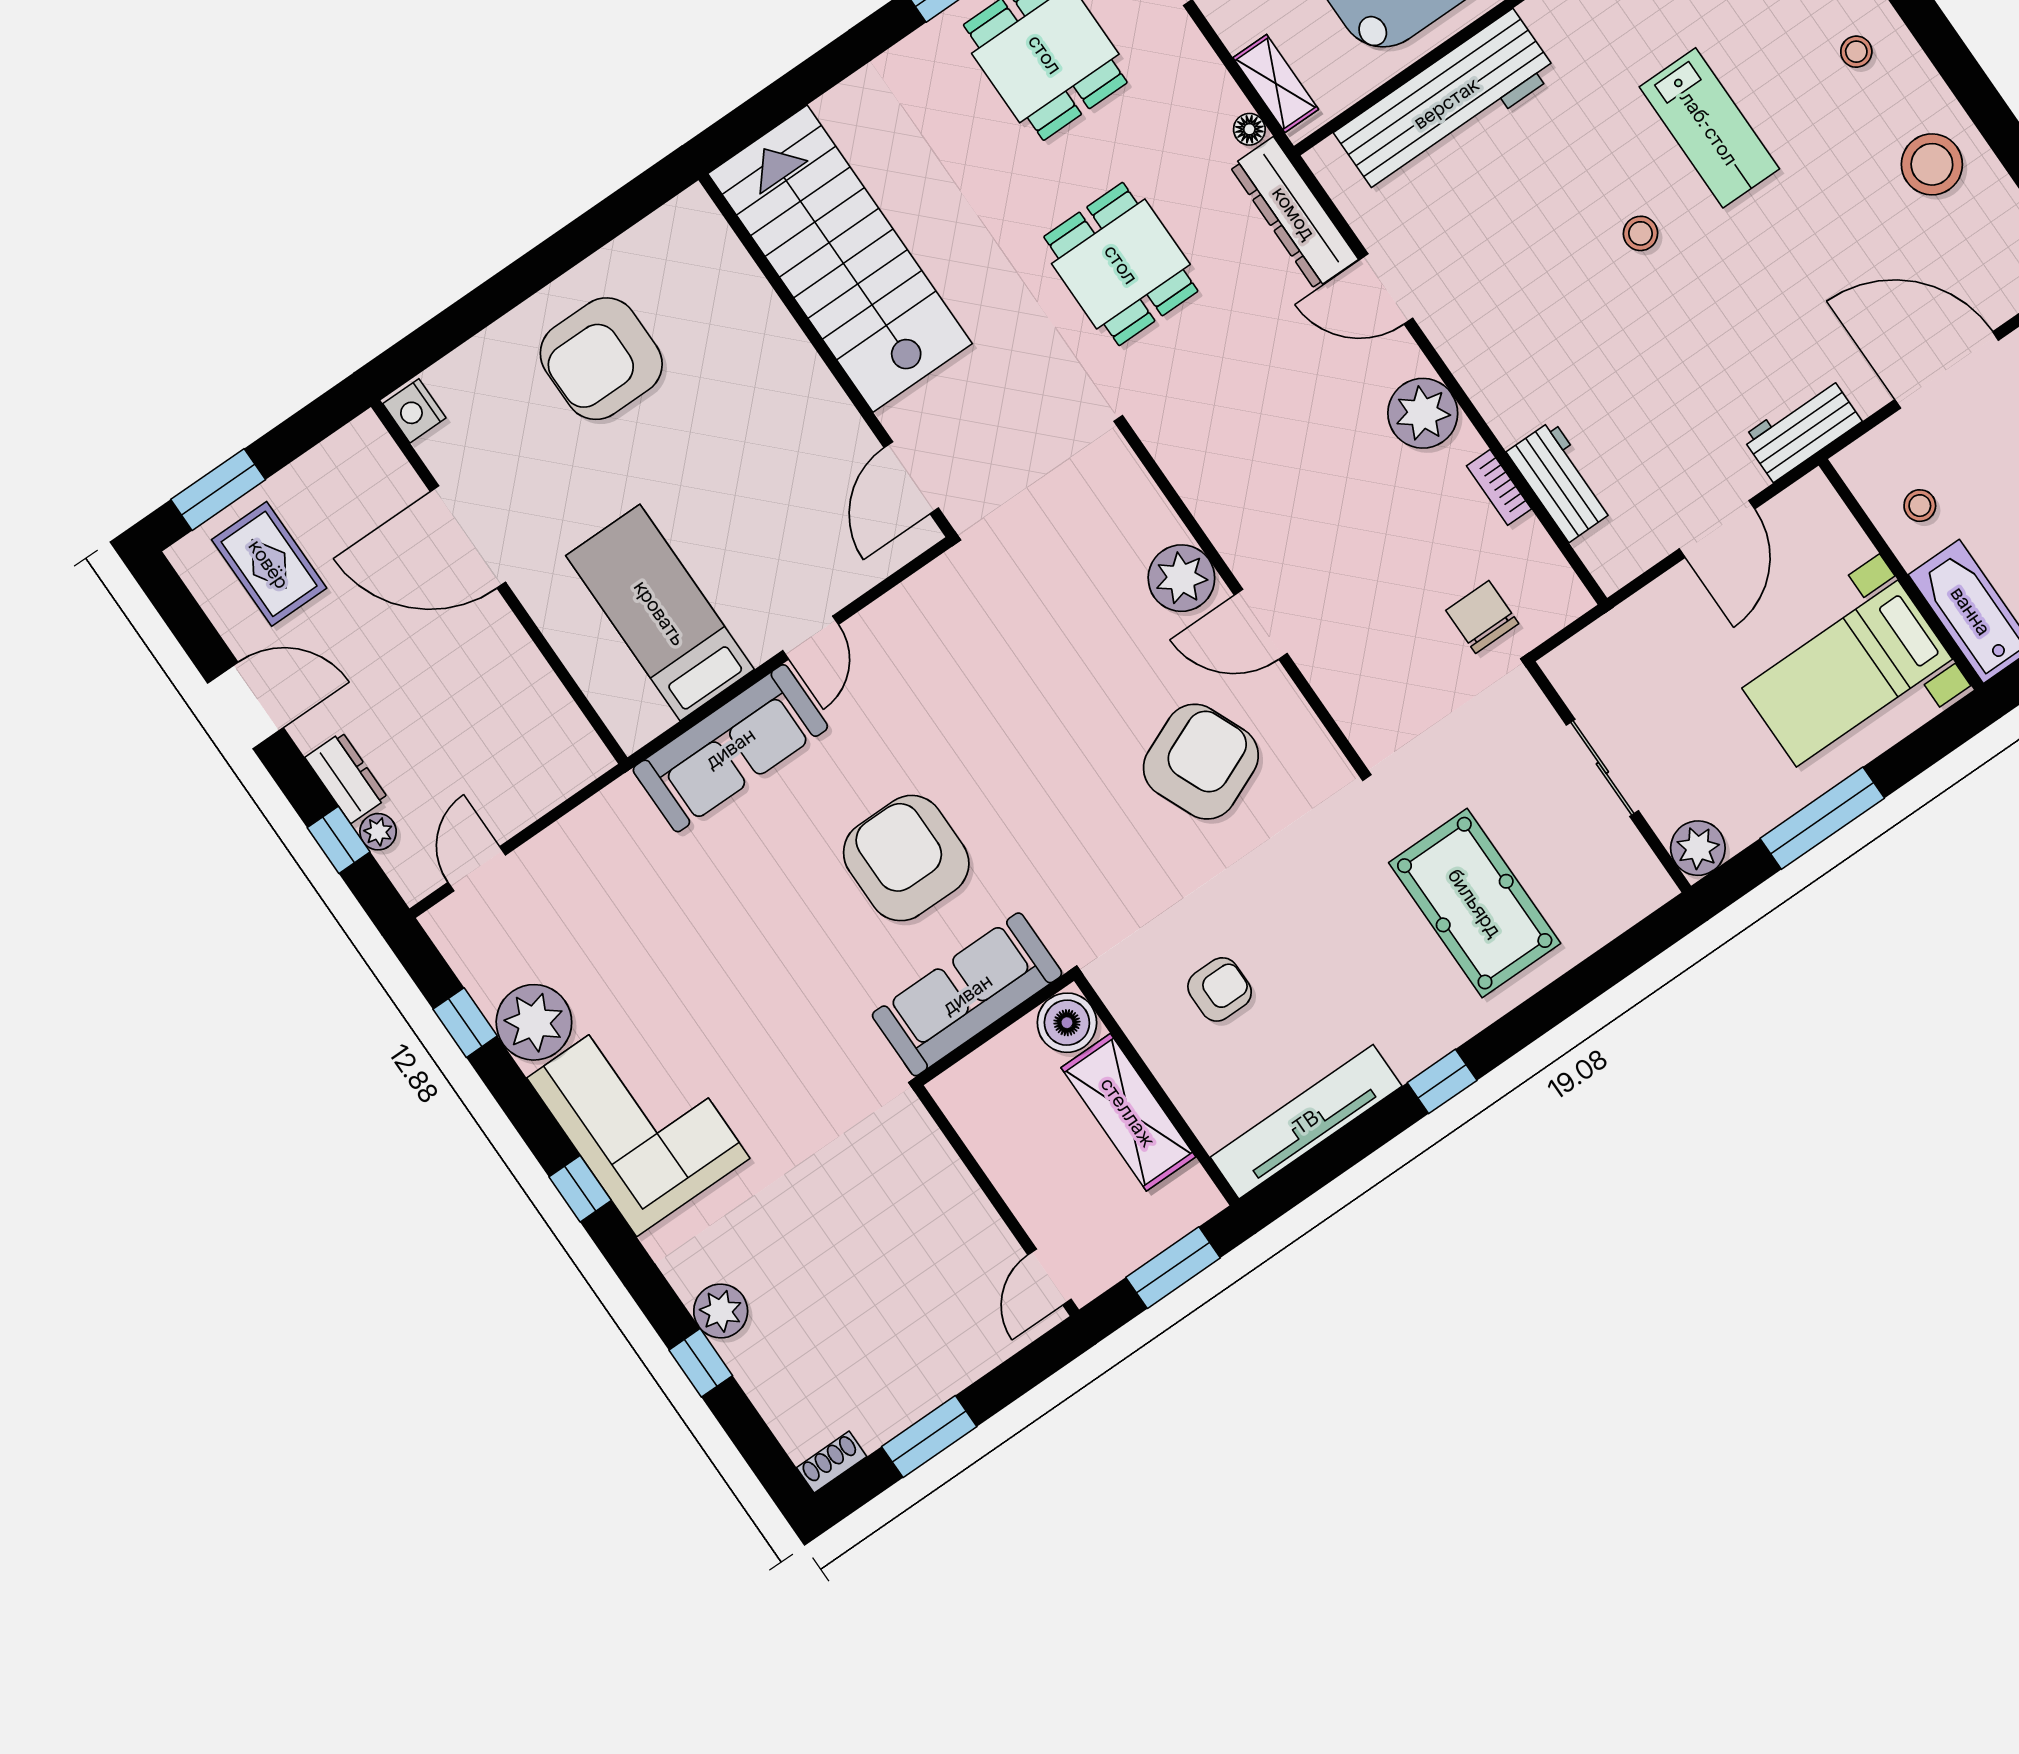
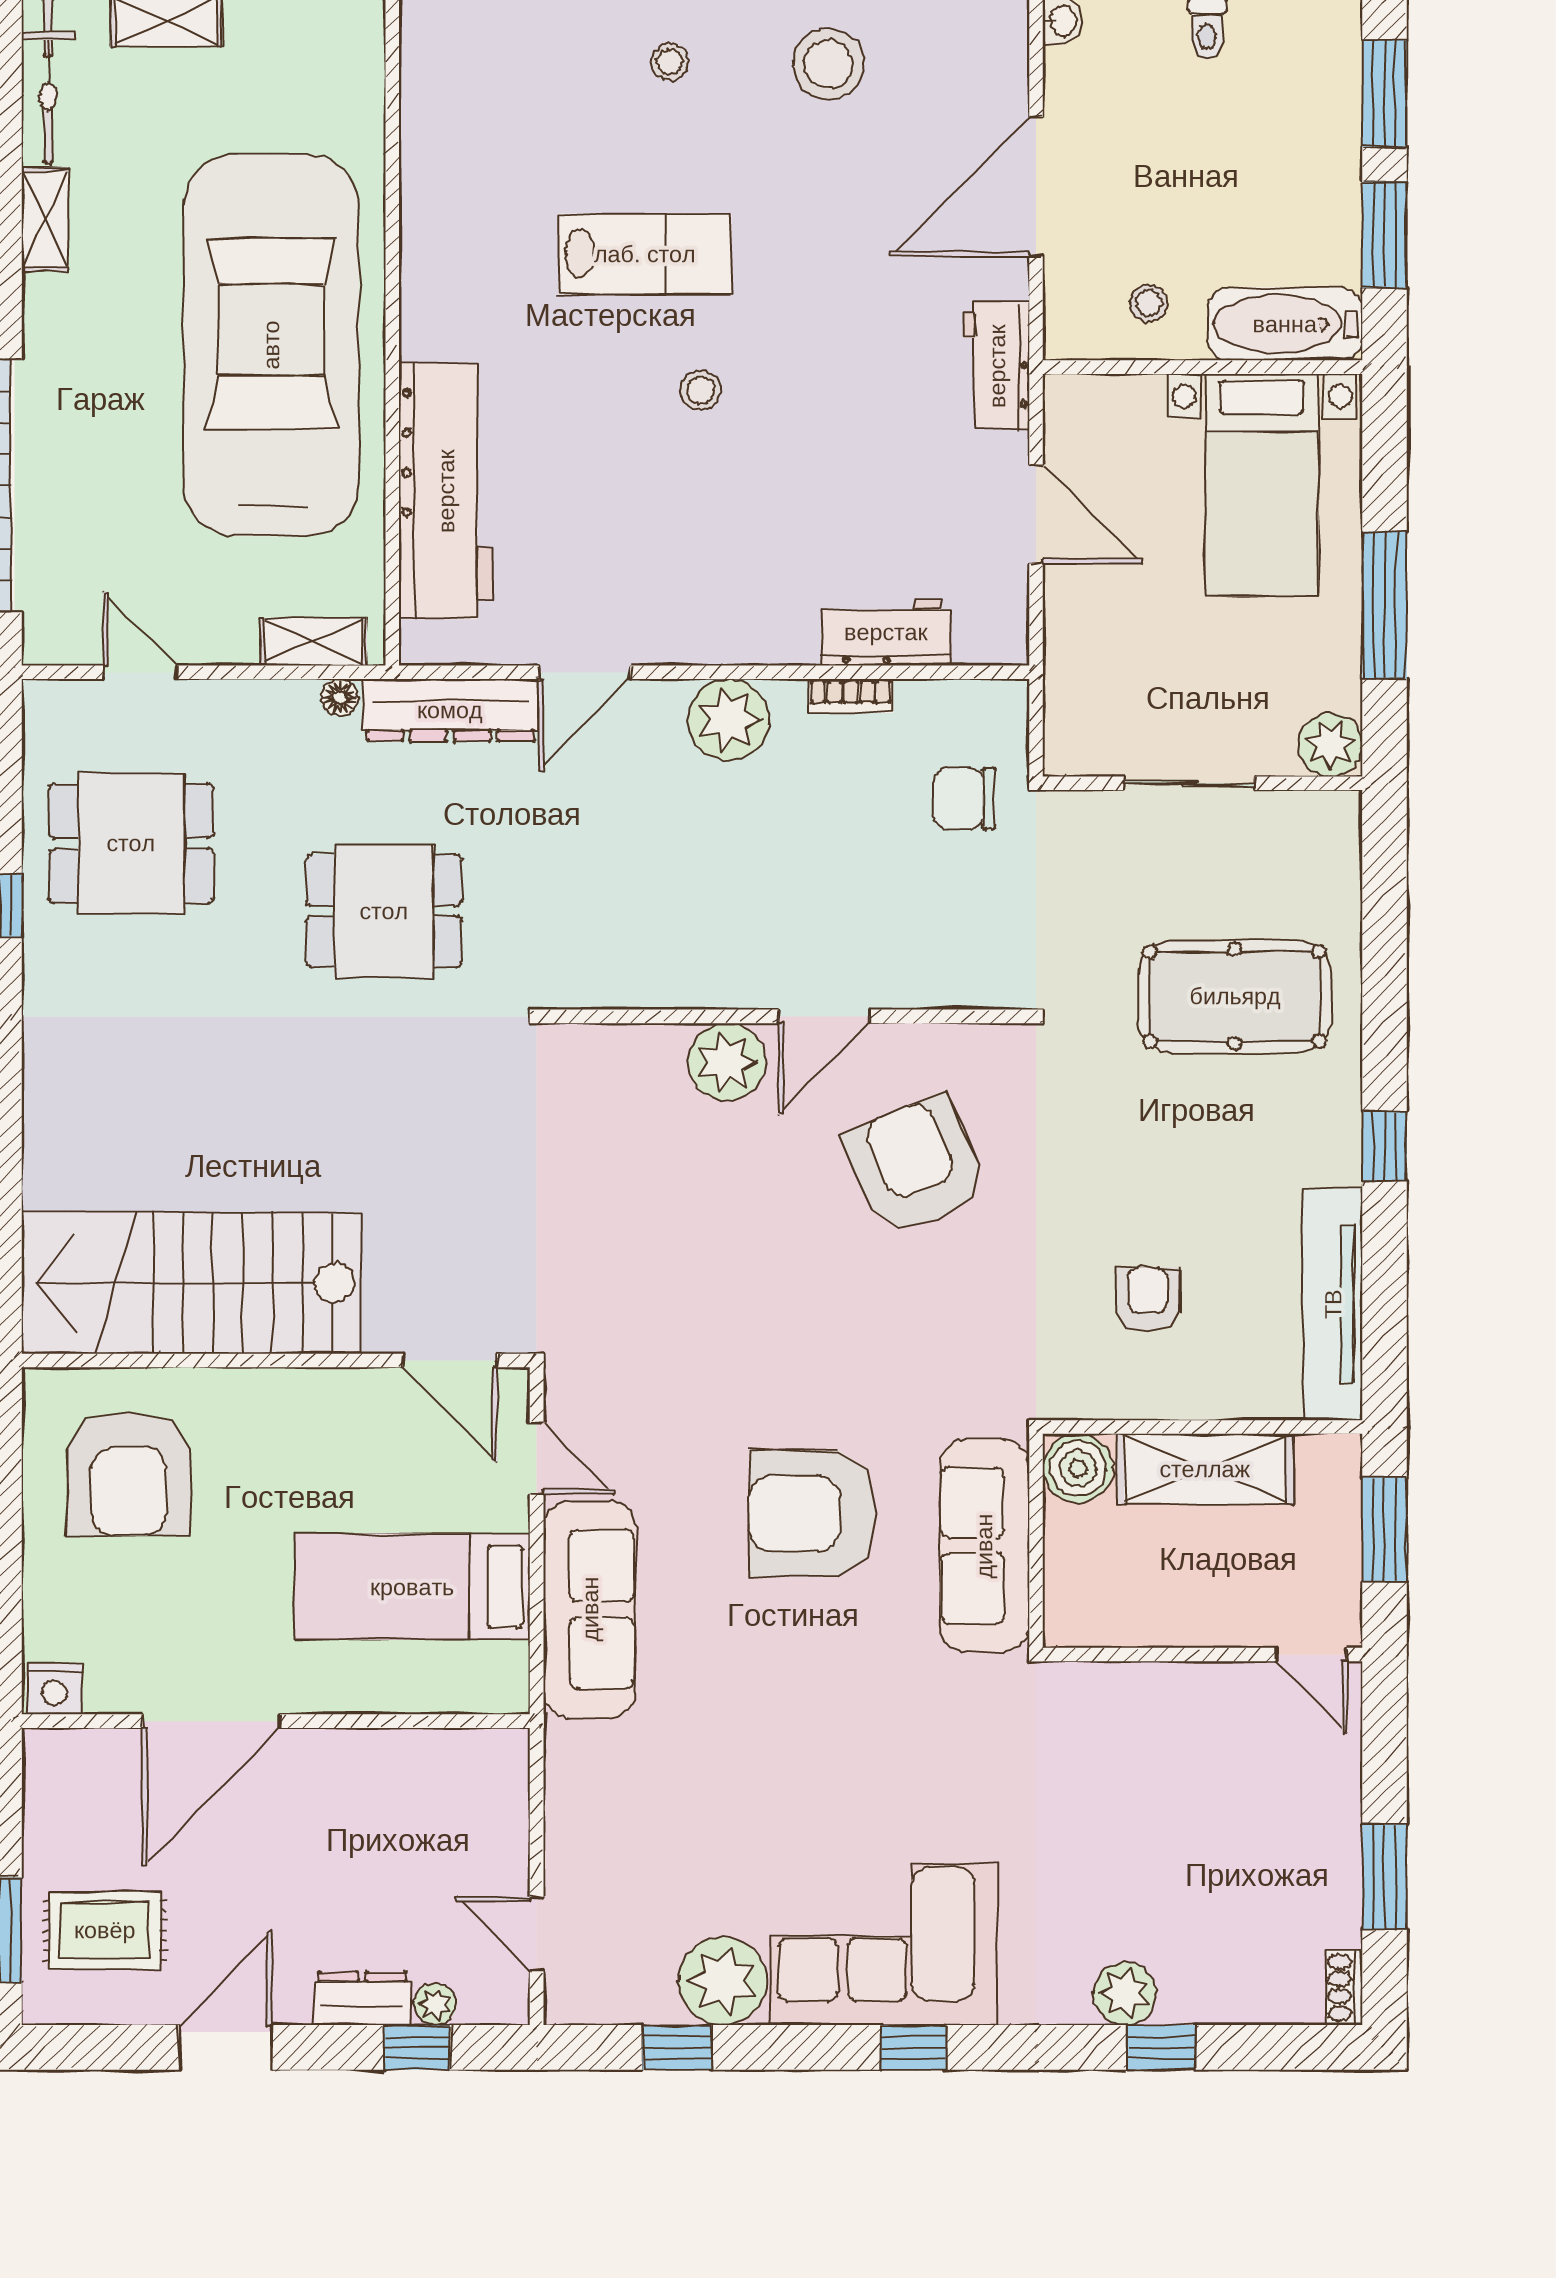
stairs: (840, 259) -> (192, 1283), moved
wall: (827, 355) -> (276, 1360), moved
door: (911, 478) -> (450, 1360), moved

